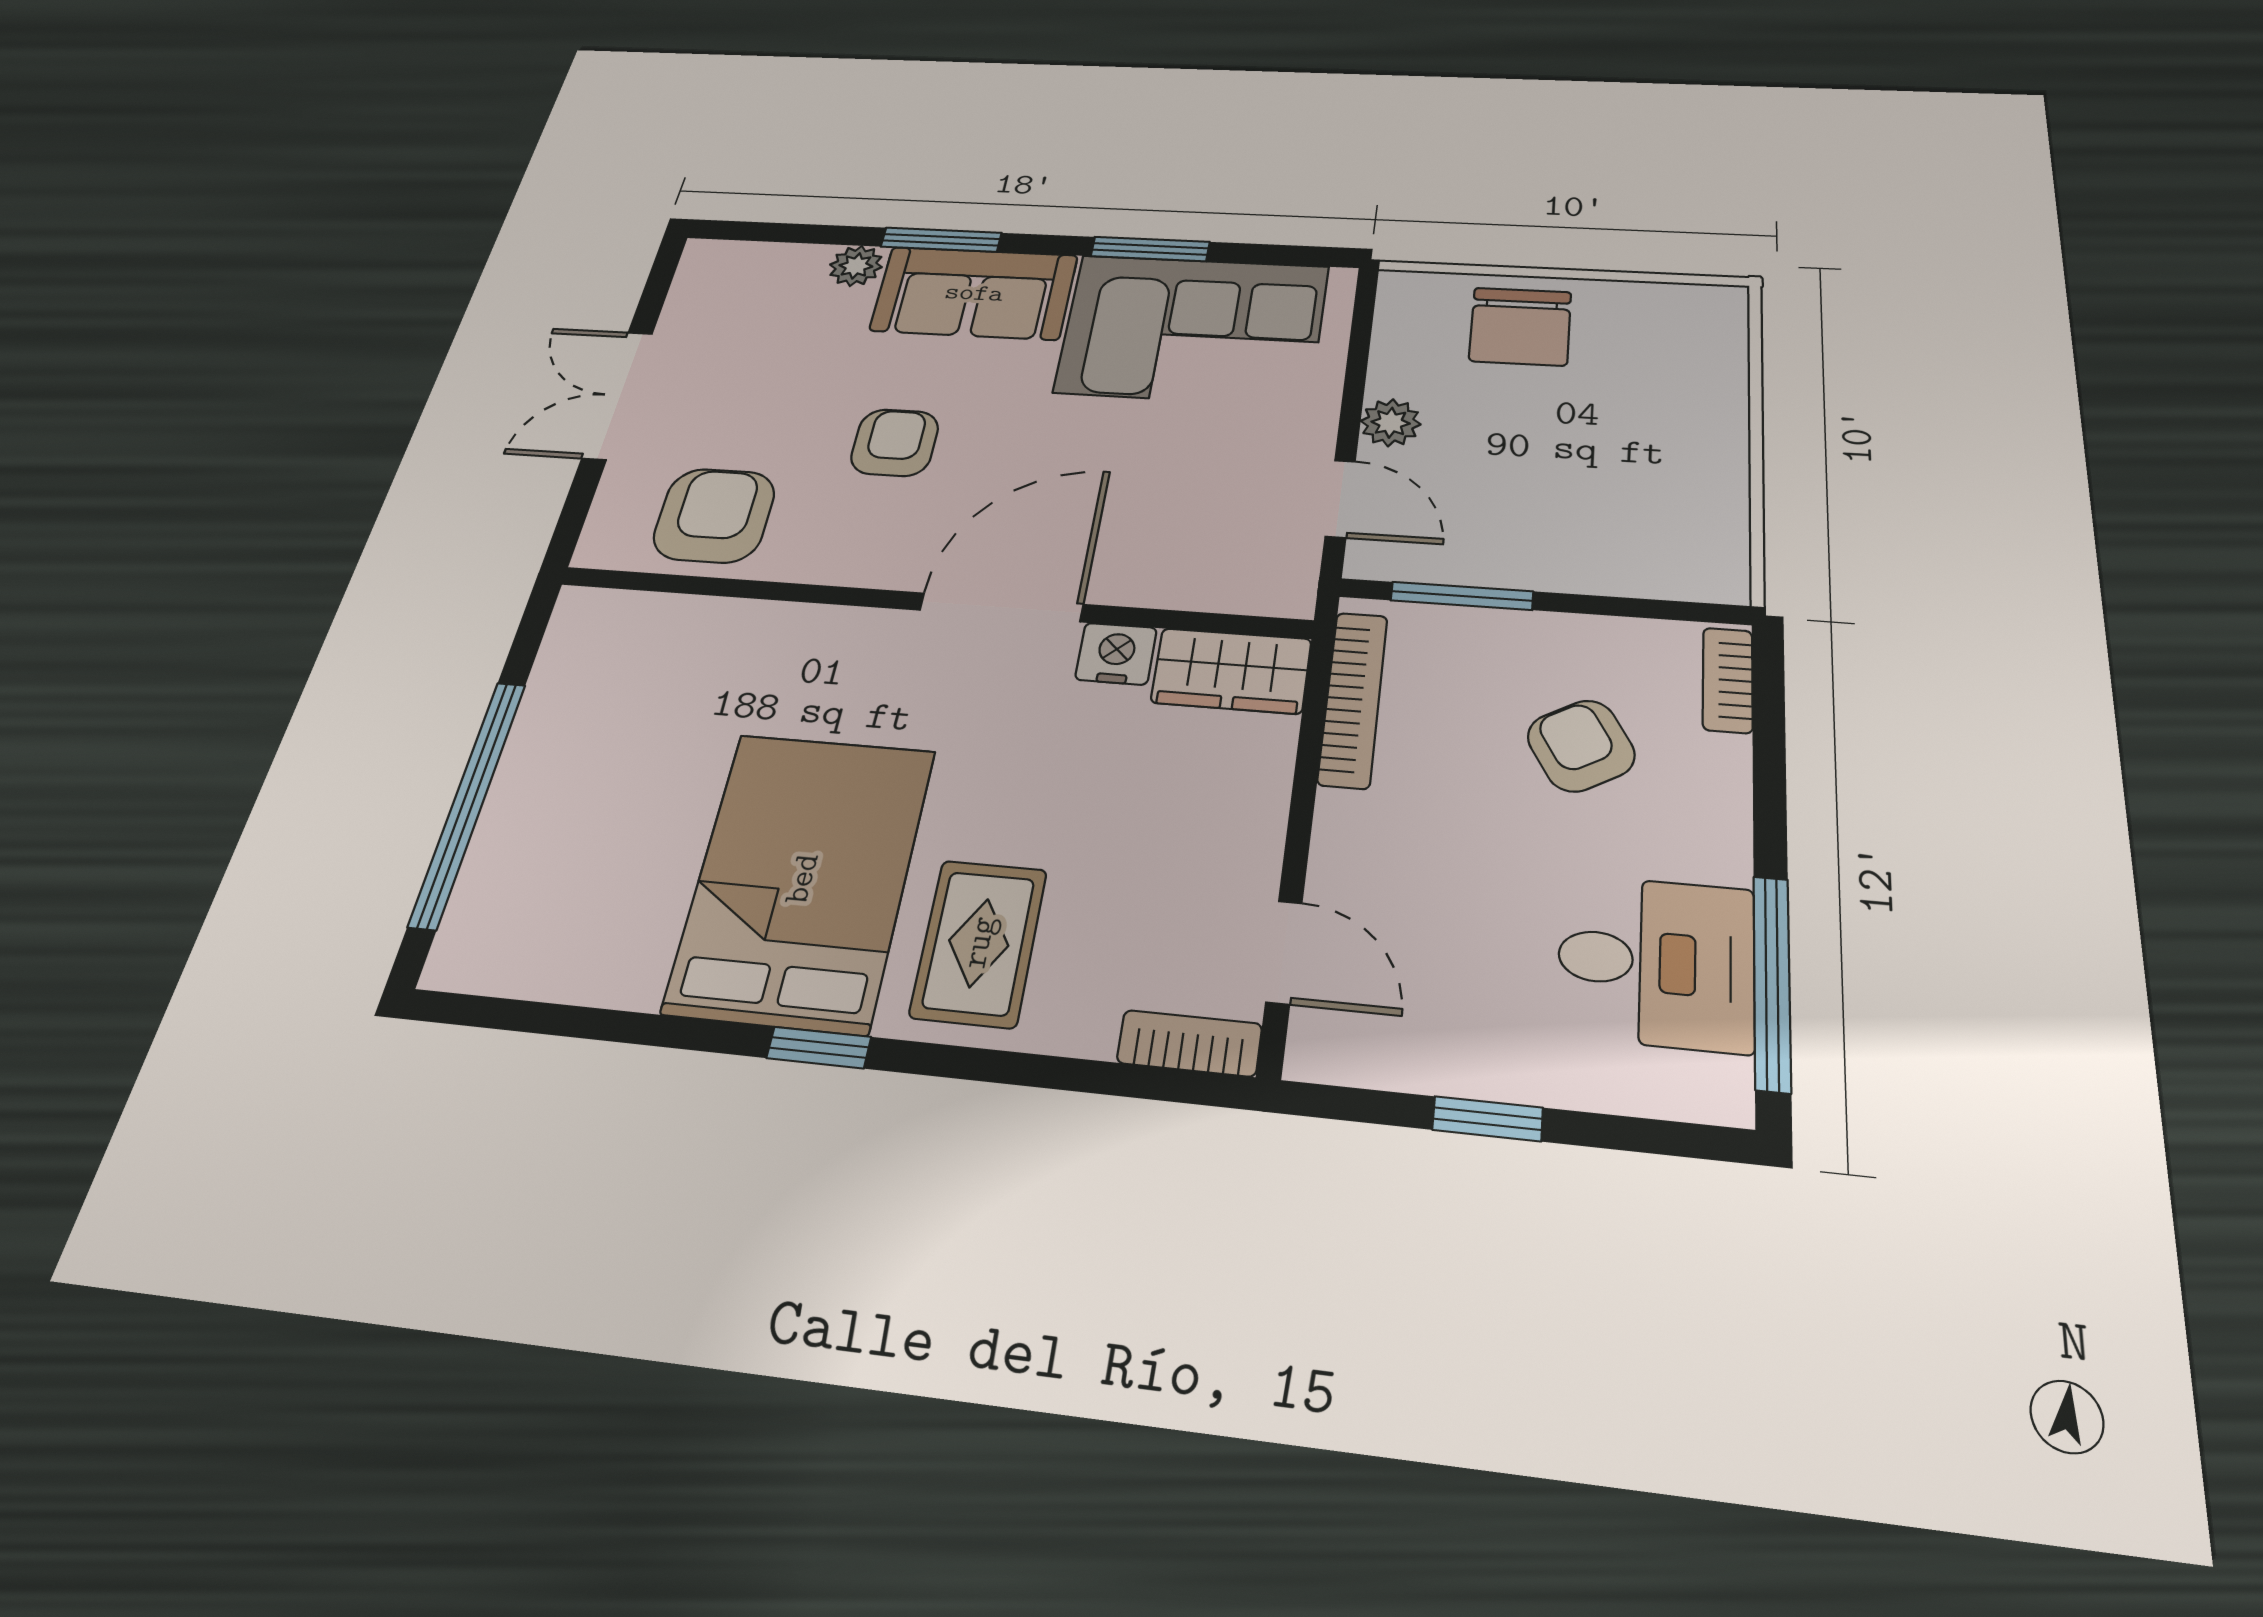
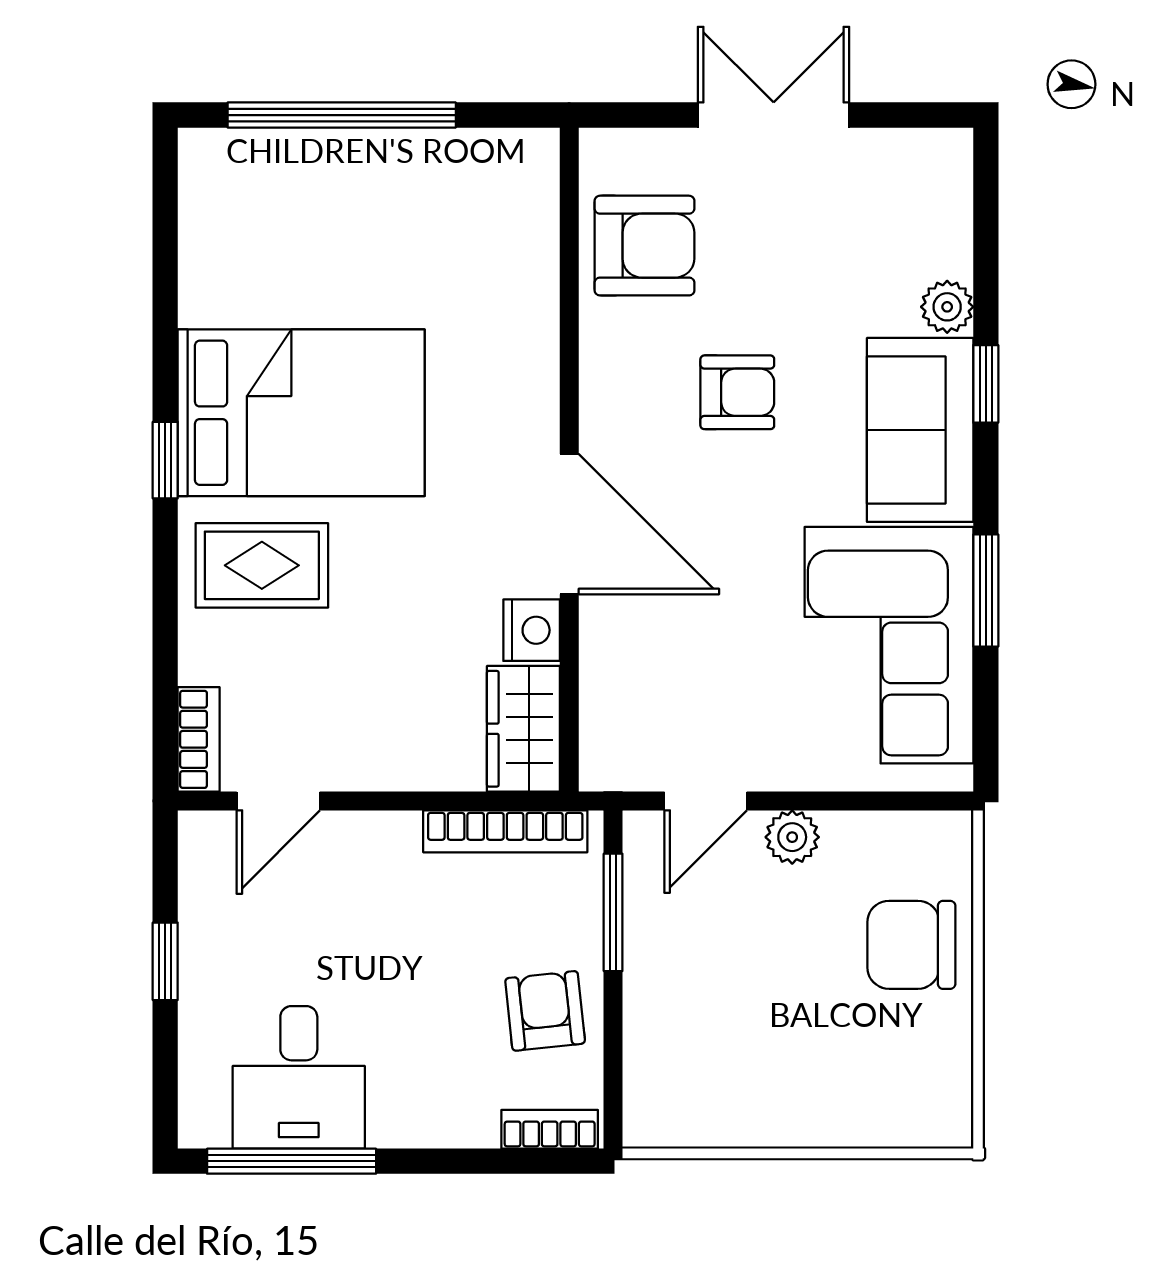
window: (941, 240) -> (986, 384), width x0.67
armchair: (1581, 746) -> (545, 1011), moved, turned -66

